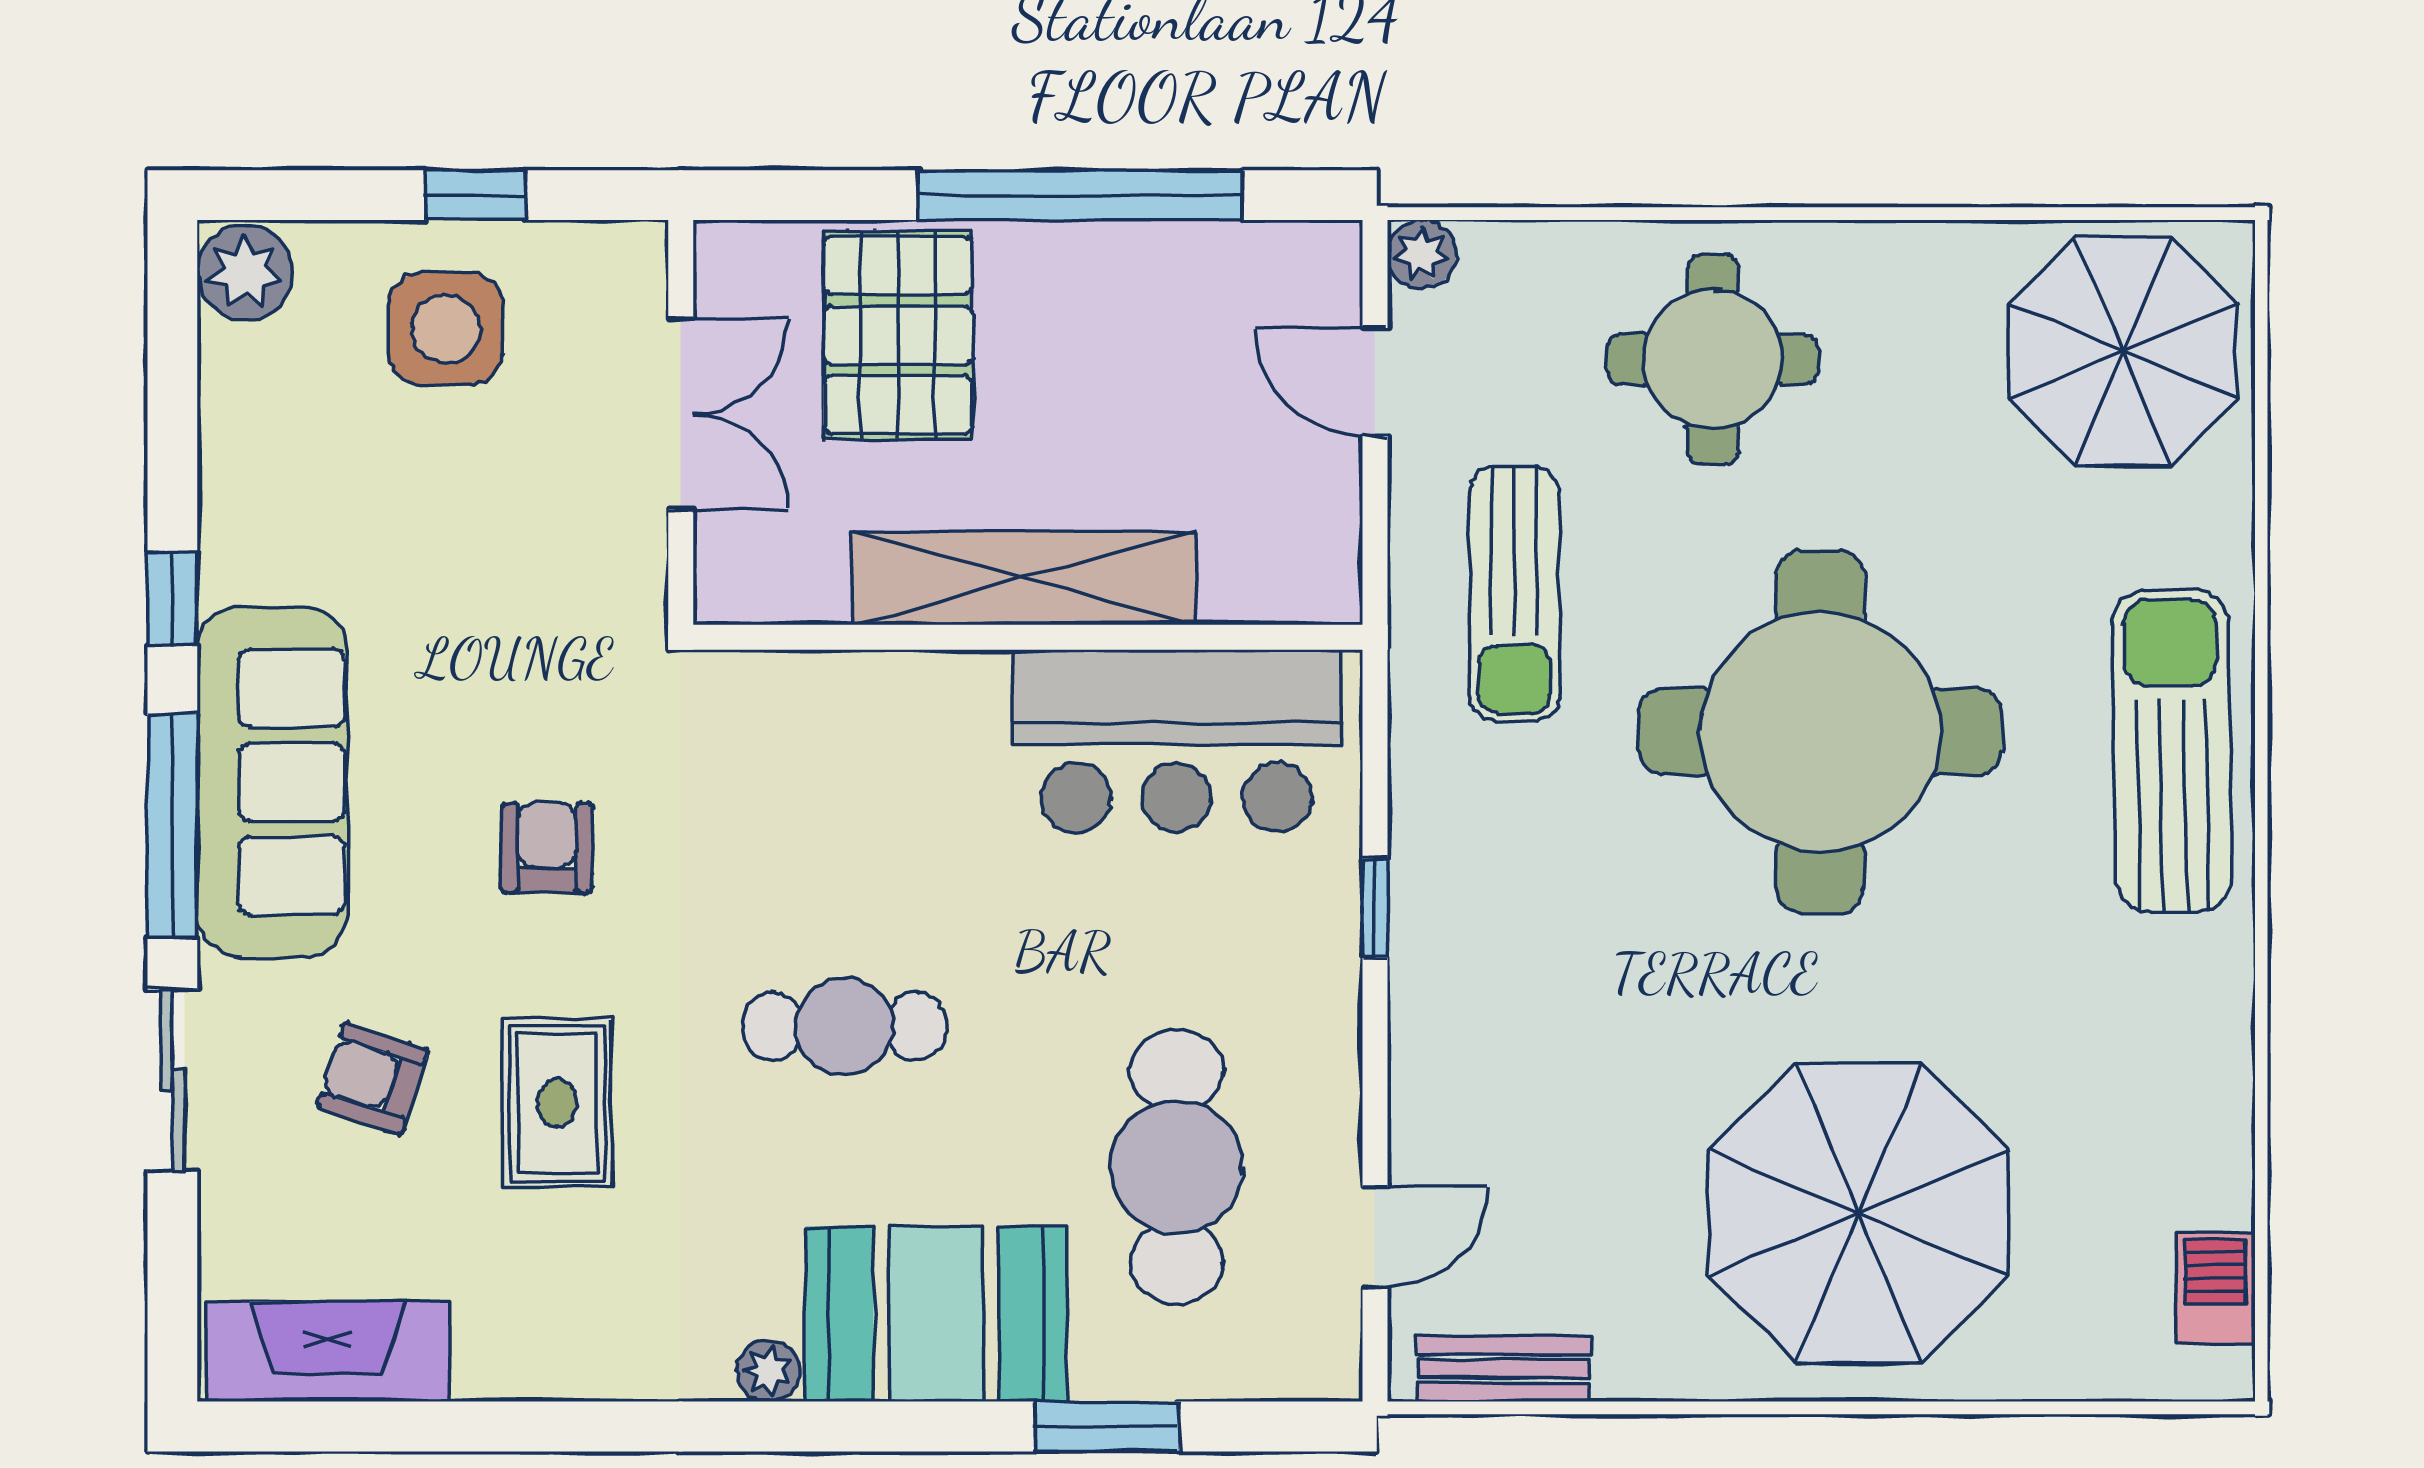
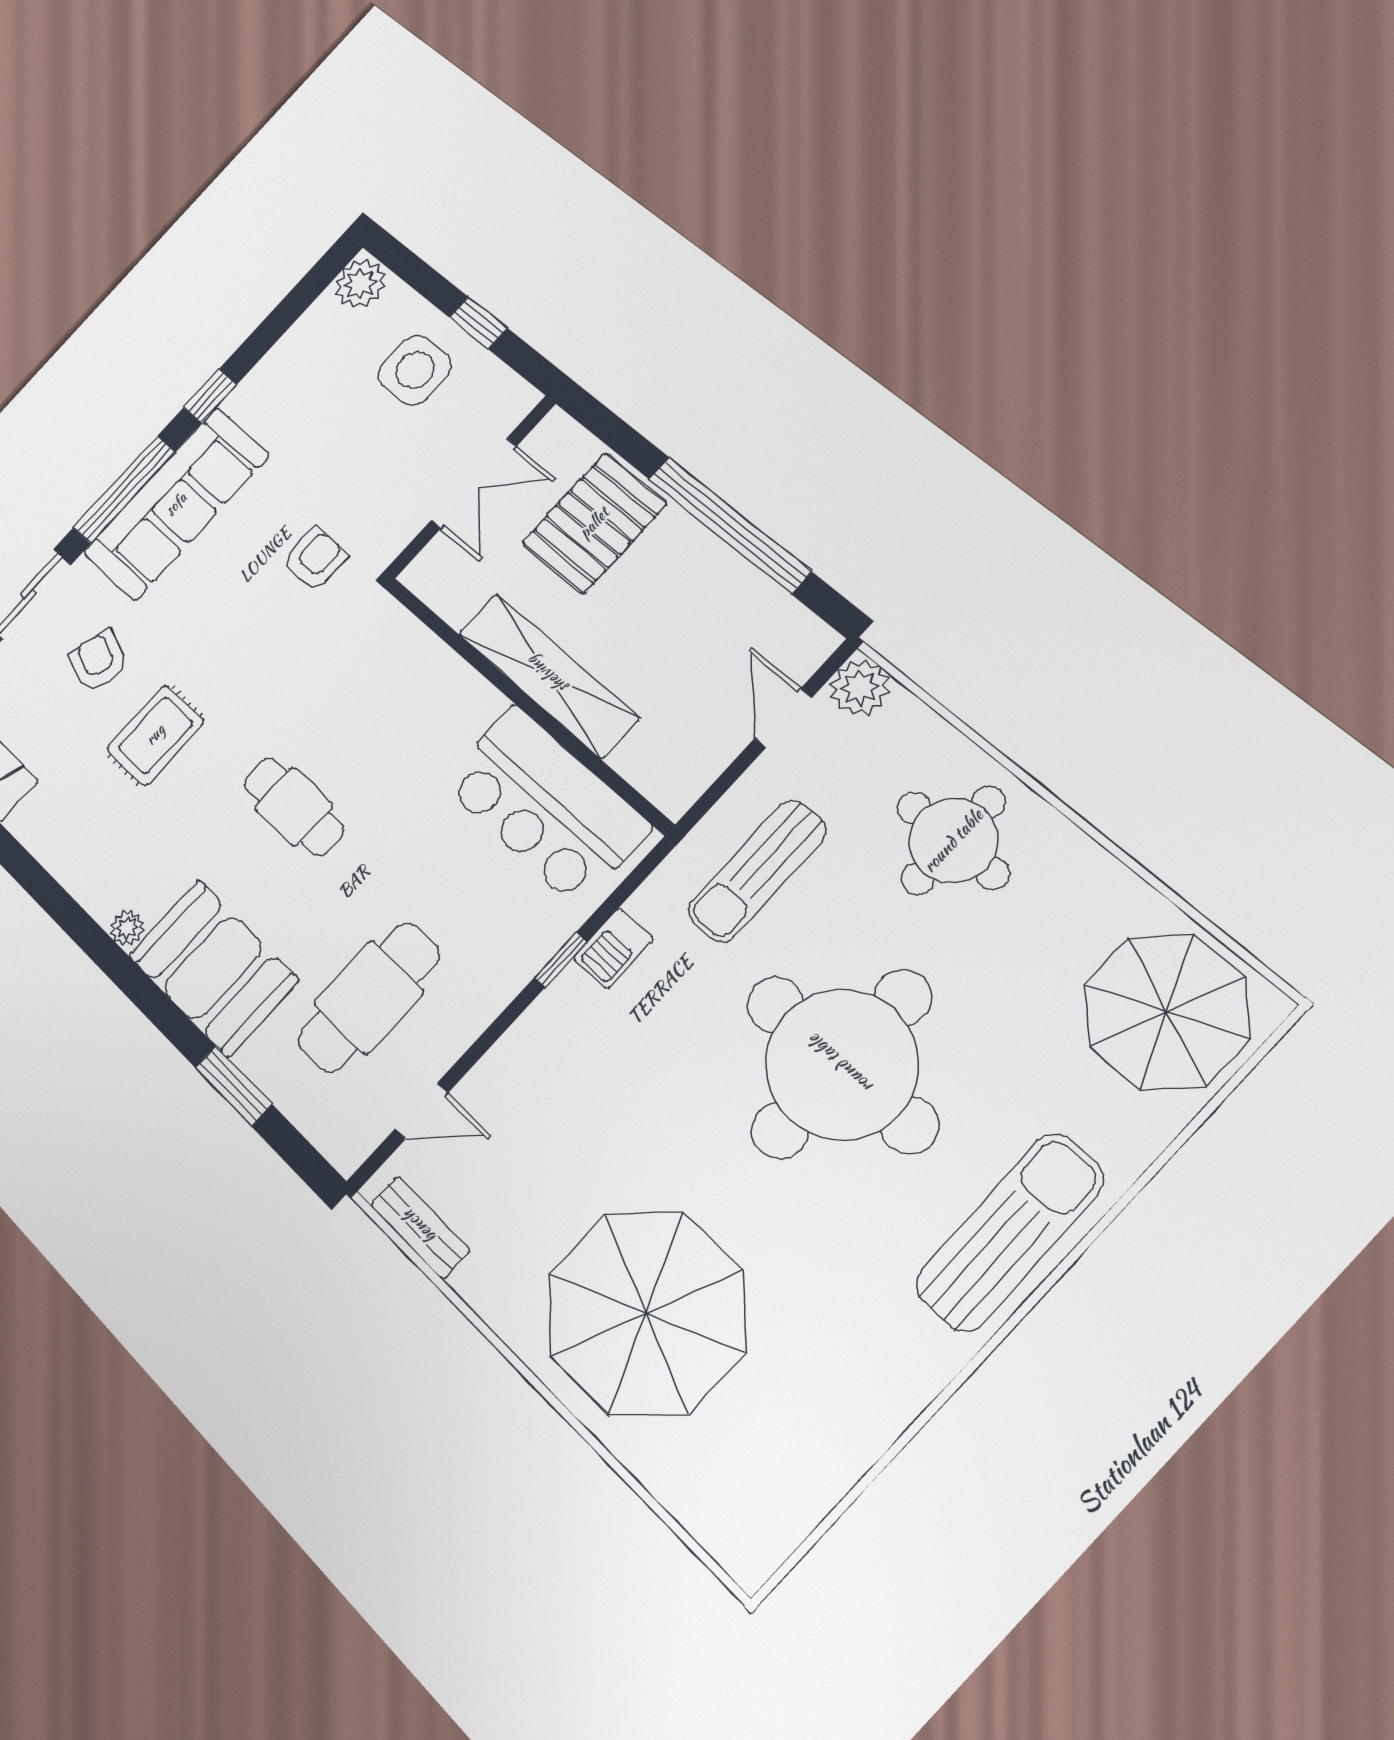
plant: (1422, 254) -> (860, 688), width x1.38, depth x1.38
armchair: (547, 848) -> (315, 559), moved
barbecue: (2216, 1289) -> (613, 948), moved, turned 180

